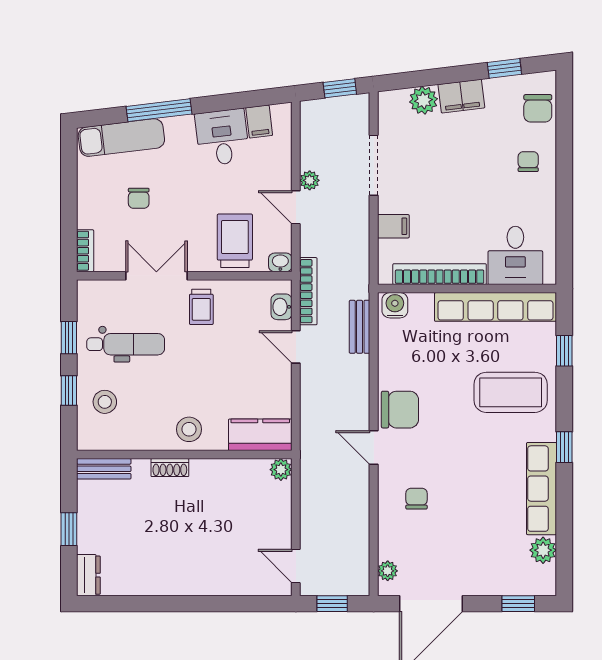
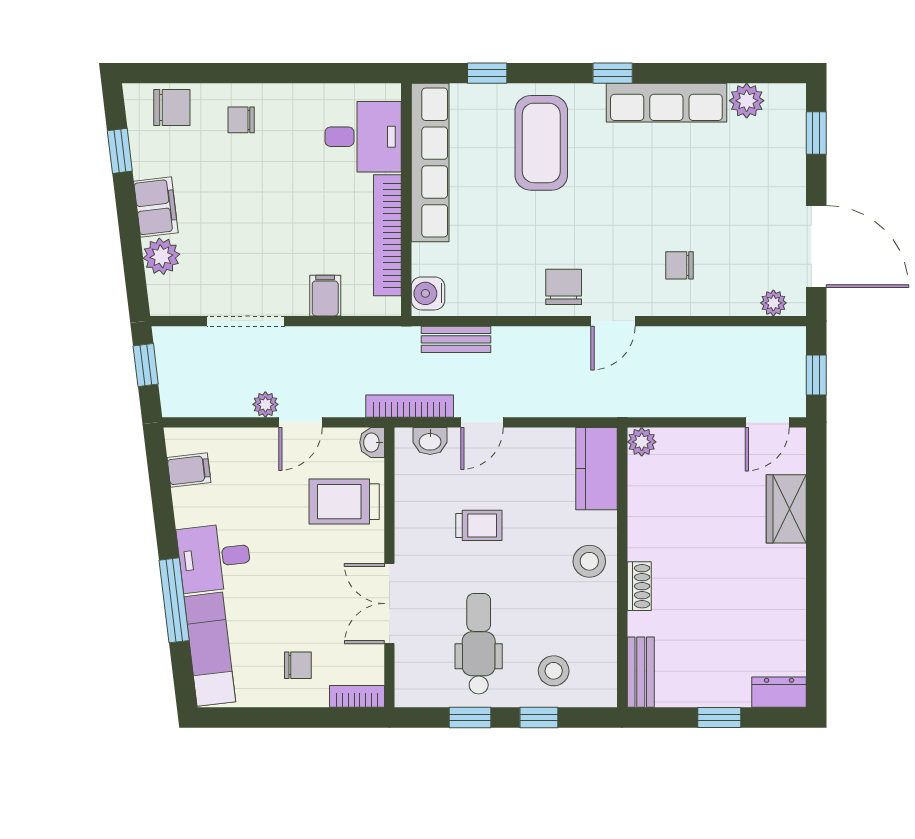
desk: (222, 137) -> (214, 558), moved
chair: (139, 198) -> (298, 665), moved
trolley: (201, 307) -> (479, 525), moved
chair: (400, 410) -> (564, 287), width x0.73, depth x0.73
wardrobe: (229, 581) -> (786, 509), added

